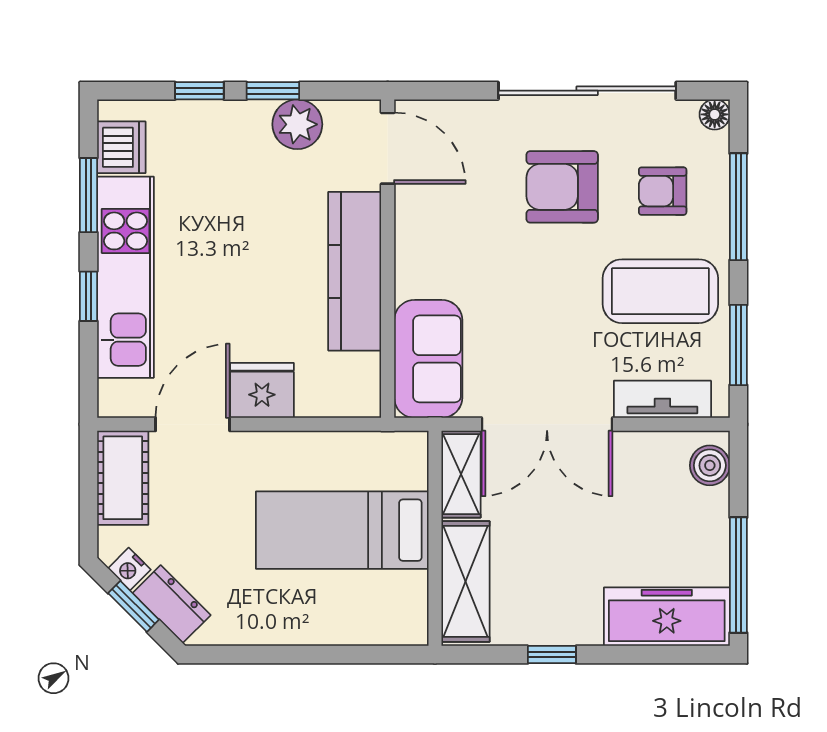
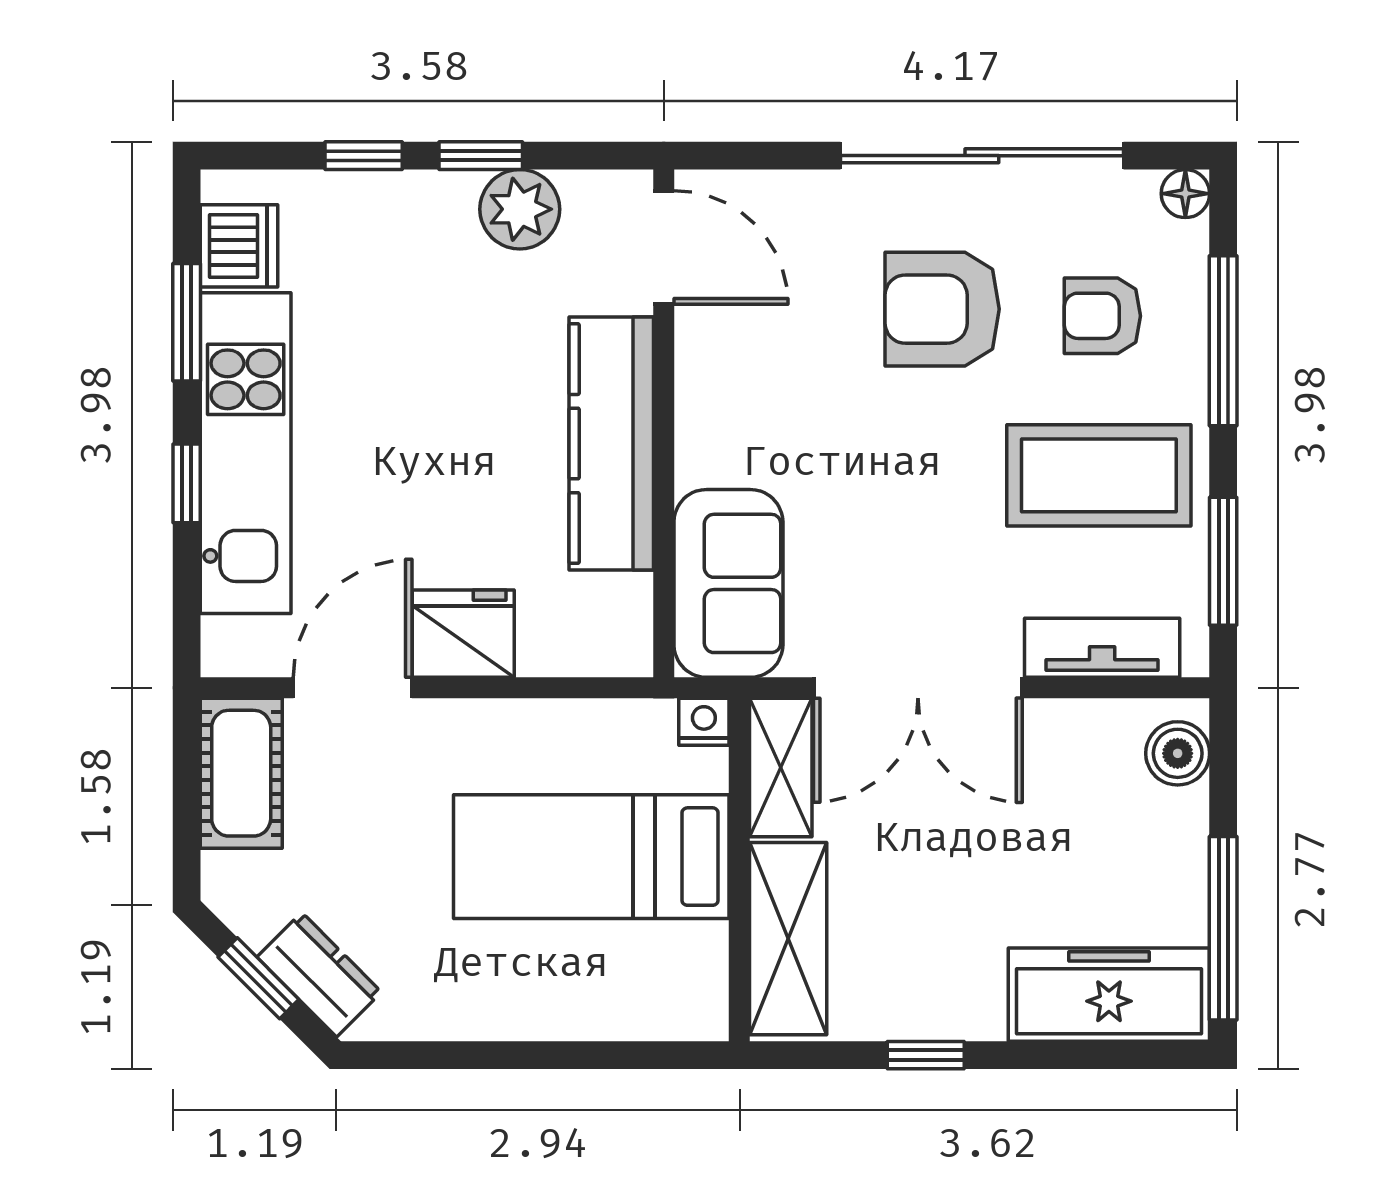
nightstand: (129, 569) -> (704, 722), moved, turned 135

